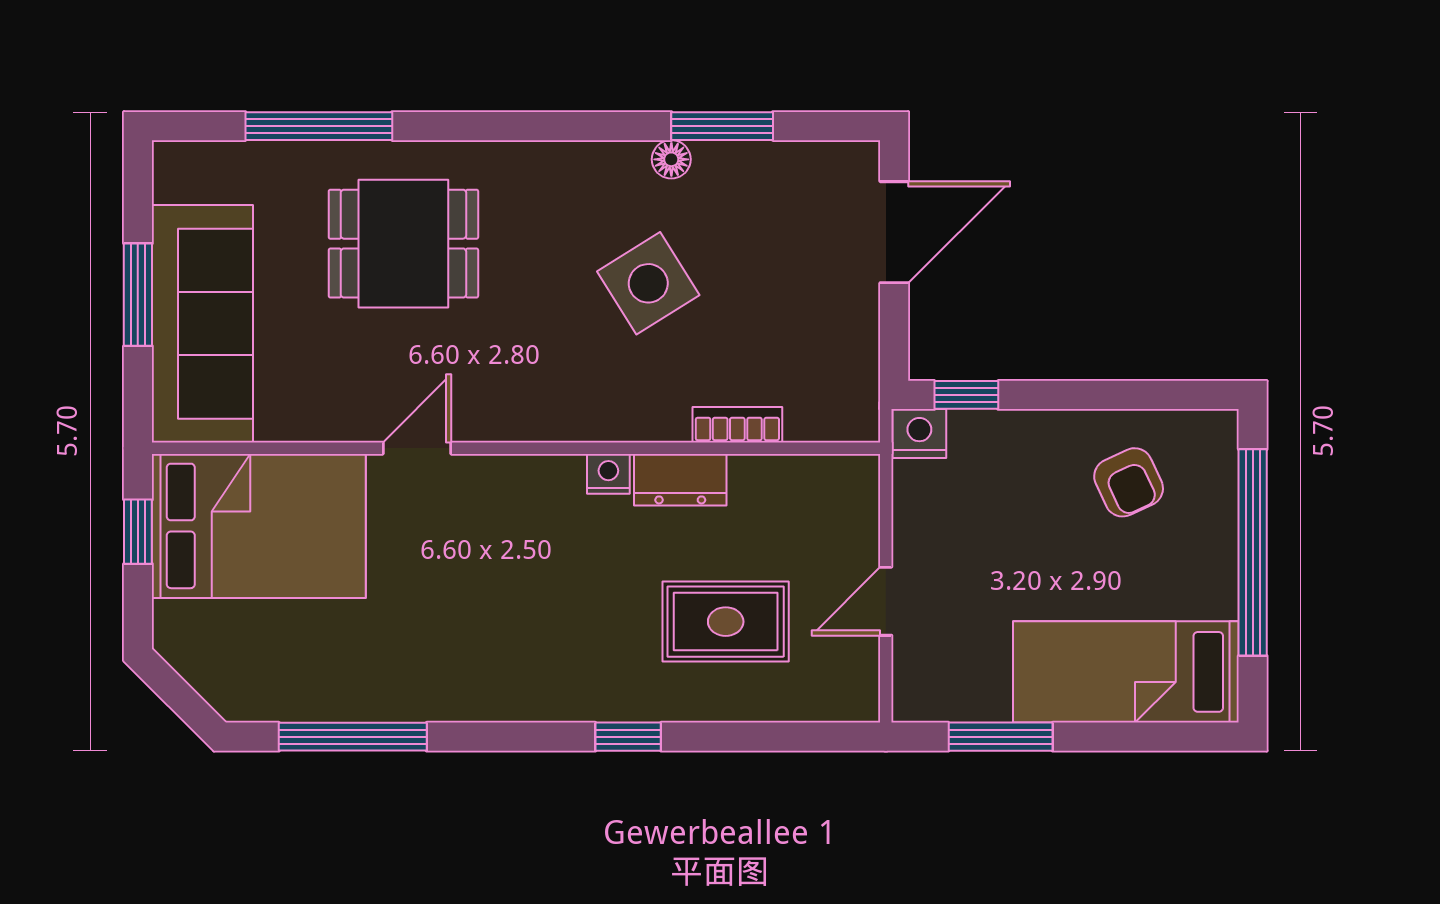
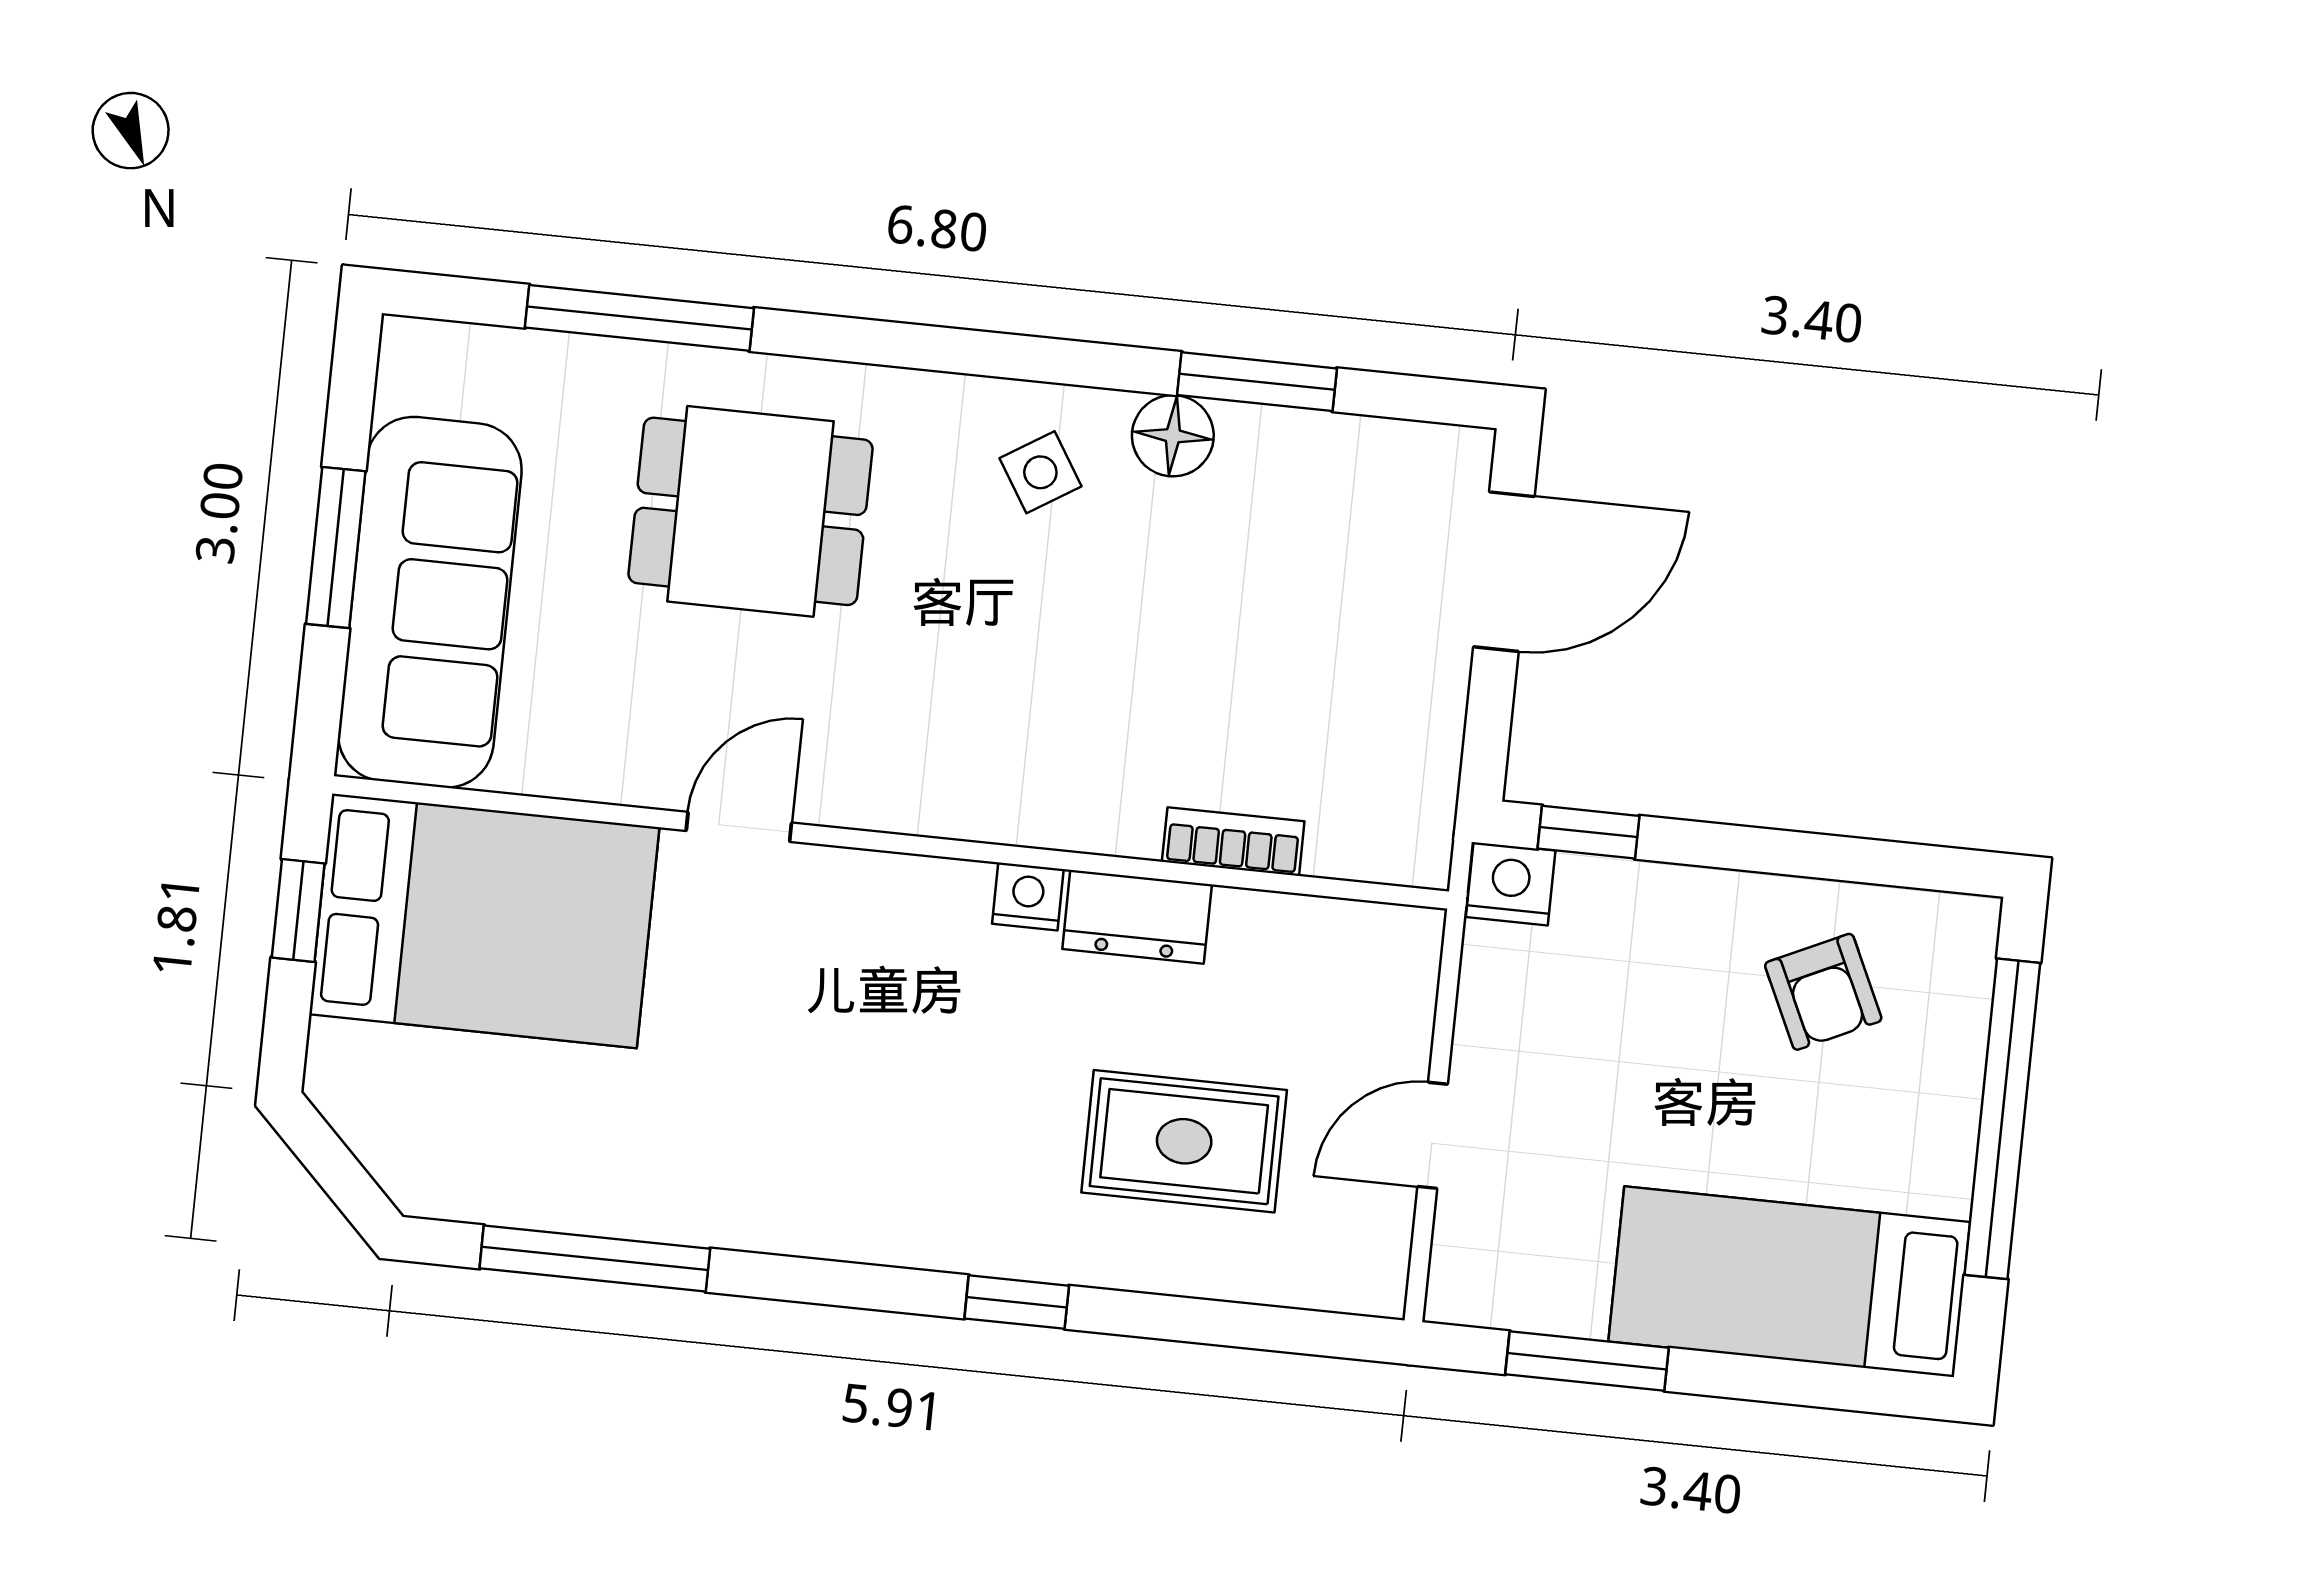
floor lamp: (671, 159) -> (1173, 436), width x1.37, depth x1.37
side table: (648, 283) -> (1040, 472), moved, width x0.54, depth x0.54

